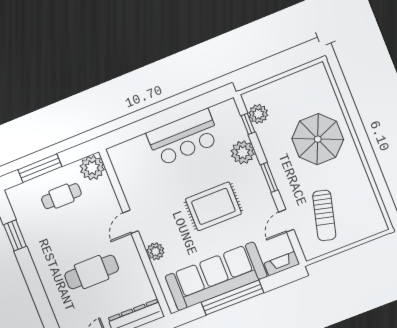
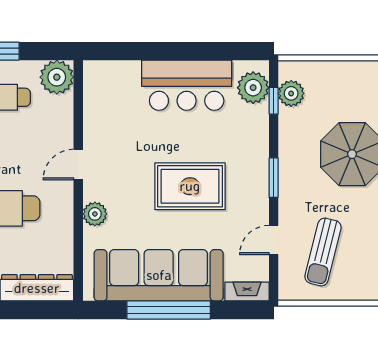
plant: (243, 152) -> (253, 88), moved

